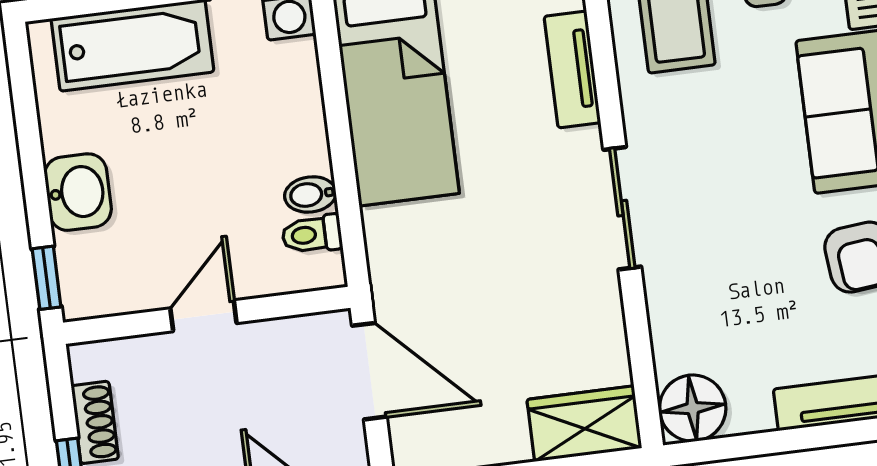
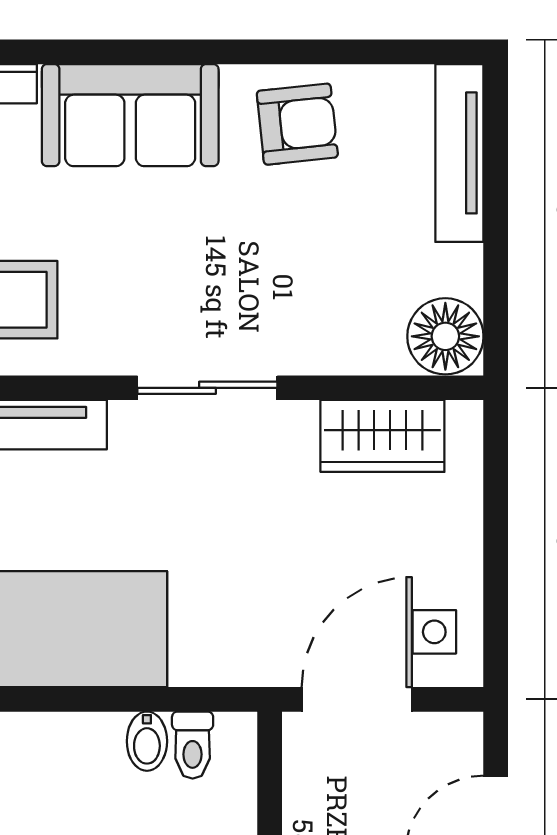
wardrobe: (584, 424) -> (382, 436), moved, turned -90
side table: (436, 431) -> (434, 632), added

